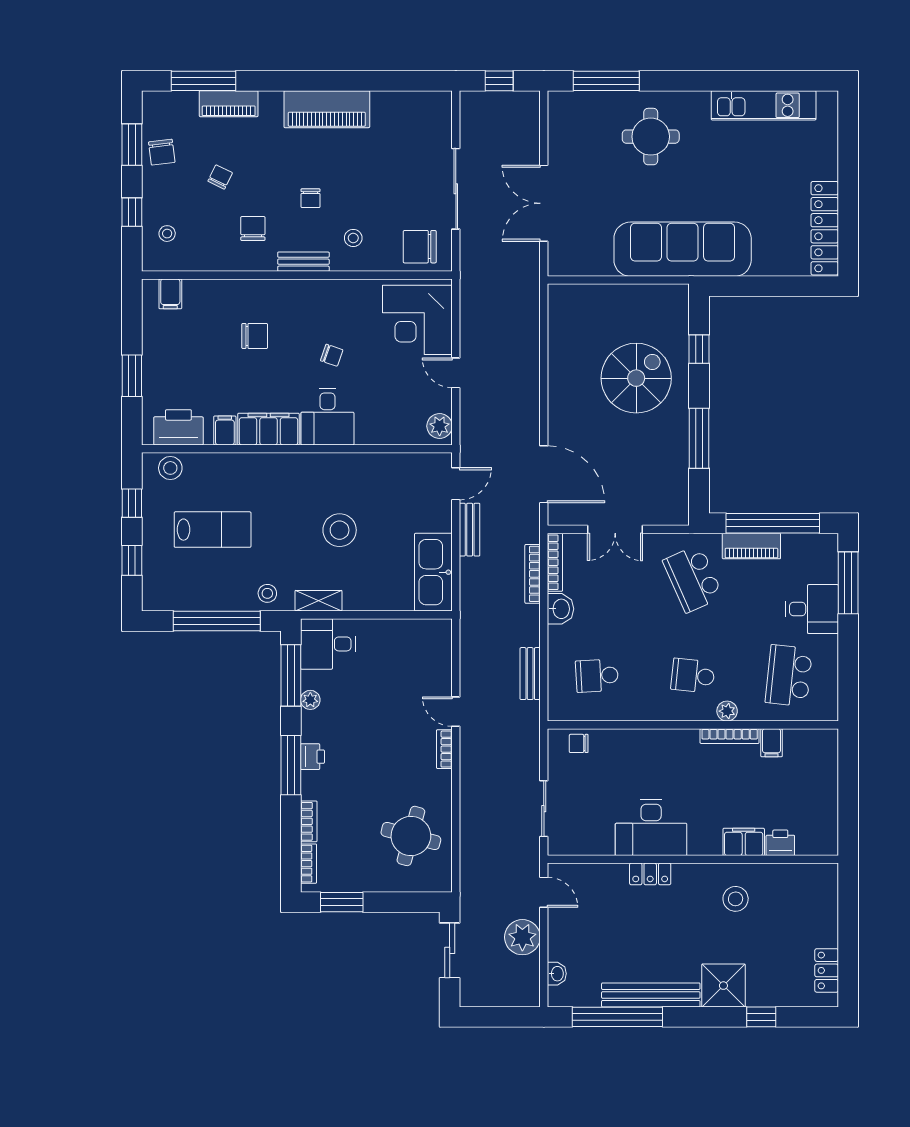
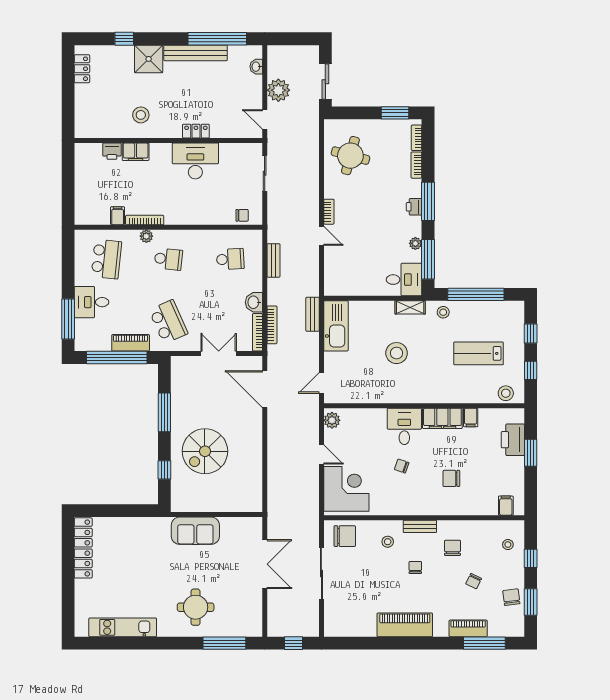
chair: (253, 229) -> (452, 548), turned 180
sofa: (683, 249) -> (195, 531), width x0.54, depth x0.79
printer: (178, 427) -> (513, 440), moved, turned 90
bench: (470, 530) -> (313, 314), moved

